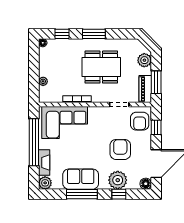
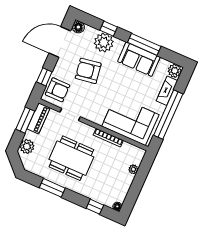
window: (94, 34) -> (52, 188), moved
armchair: (140, 121) -> (58, 90), turned 90
armchair: (120, 149) -> (88, 71), turned 81

